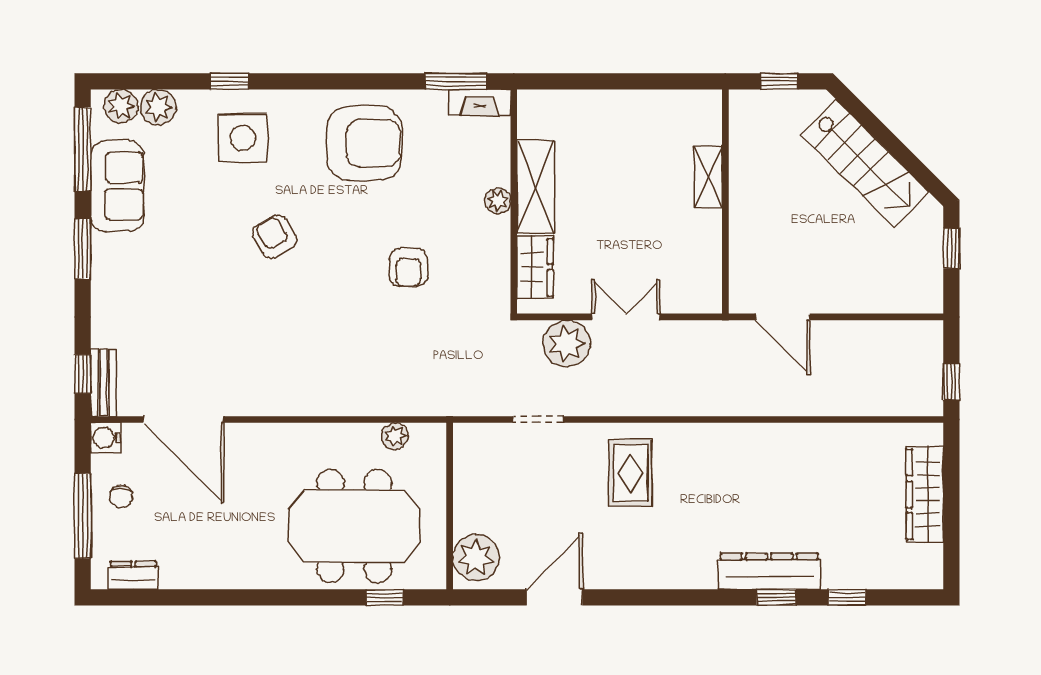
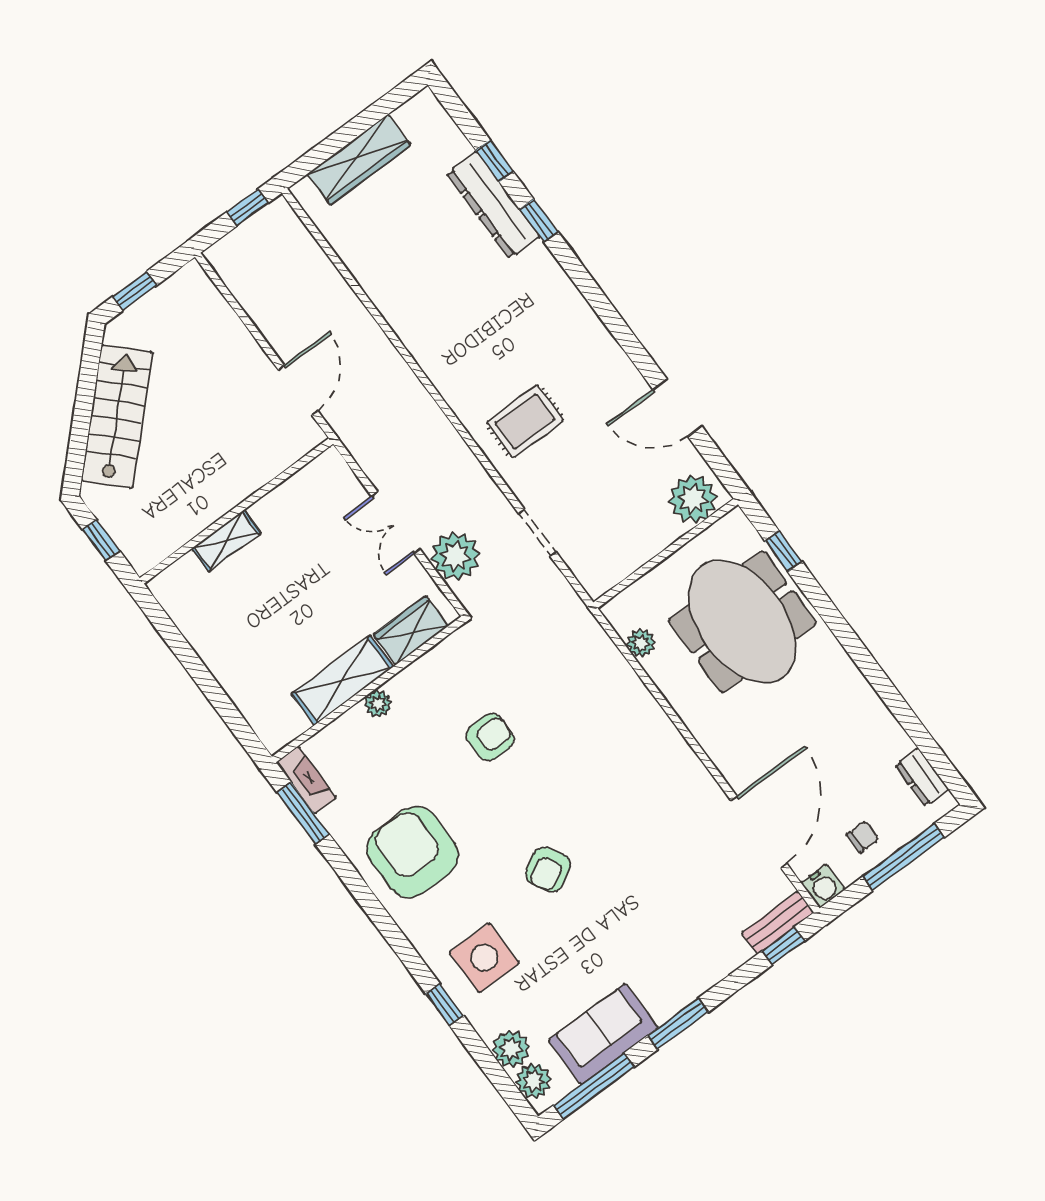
dresser: (769, 571) -> (493, 205), moved

